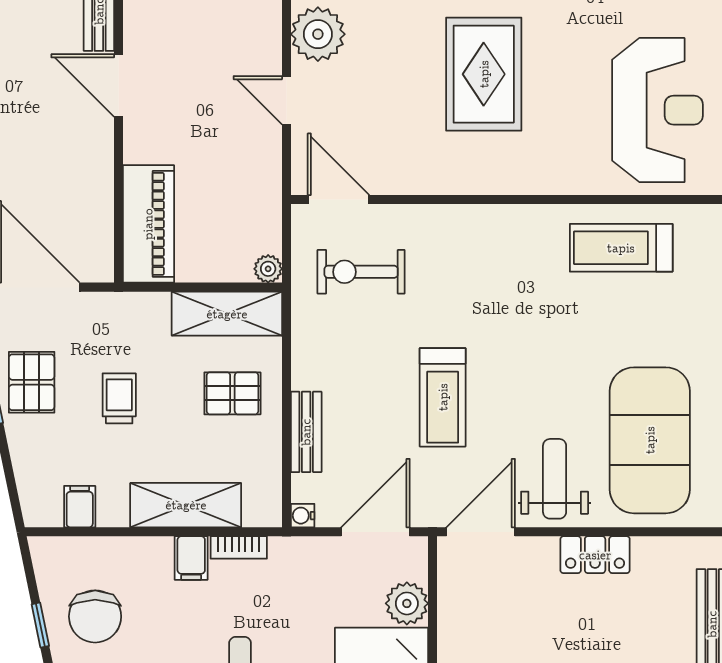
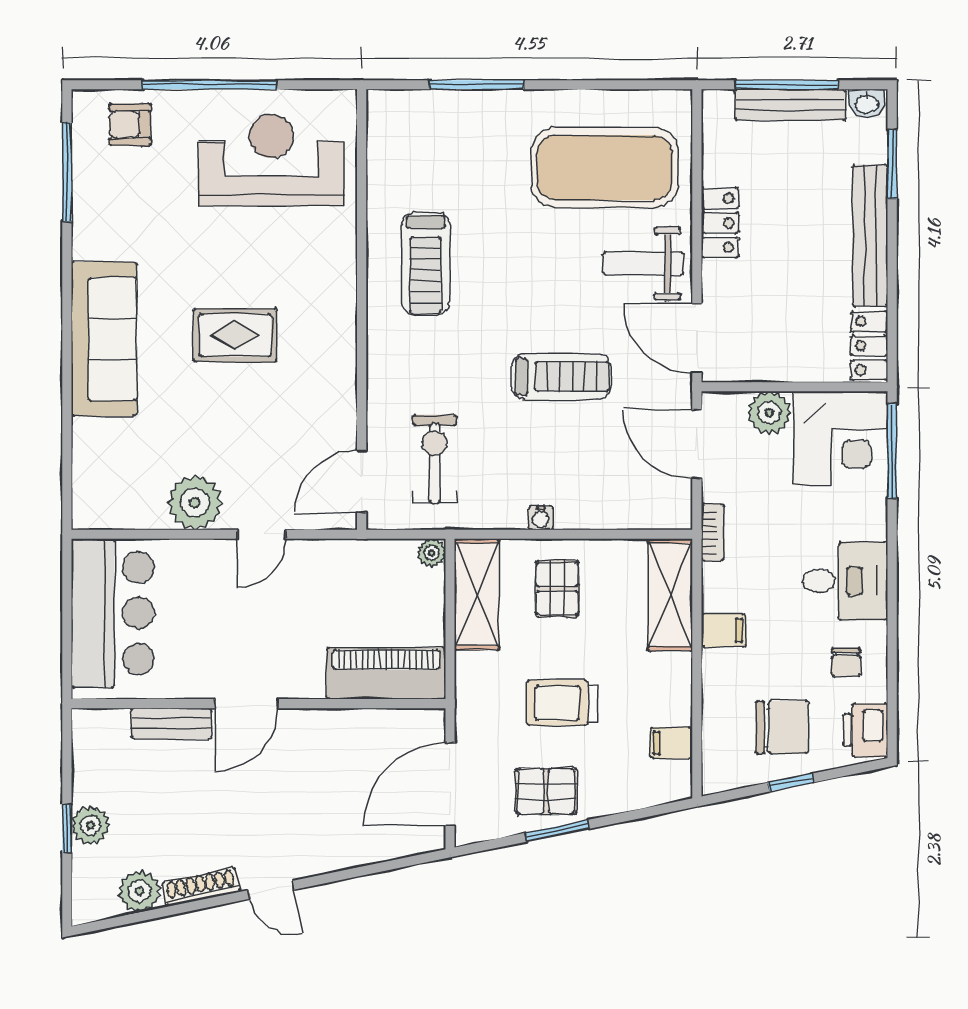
rug: (484, 74) -> (235, 335), width x0.73, depth x0.70
treadmill: (621, 248) -> (426, 264), moved
exercise bike: (361, 272) -> (435, 459), turned 180
trolley: (119, 398) -> (562, 703), width x1.36, depth x1.39
bench: (306, 432) -> (596, 514), removed
shelving: (186, 505) -> (670, 595), moved
water cooler: (303, 516) -> (541, 518), moved
bookcase: (239, 547) -> (713, 532), moved

